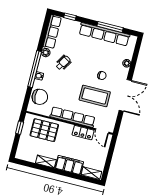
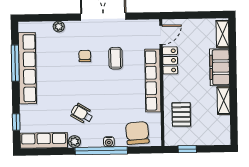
coffee table: (95, 96) -> (116, 58), width x0.54, depth x0.58
pallet: (44, 130) -> (181, 114), width x0.67, depth x0.71

